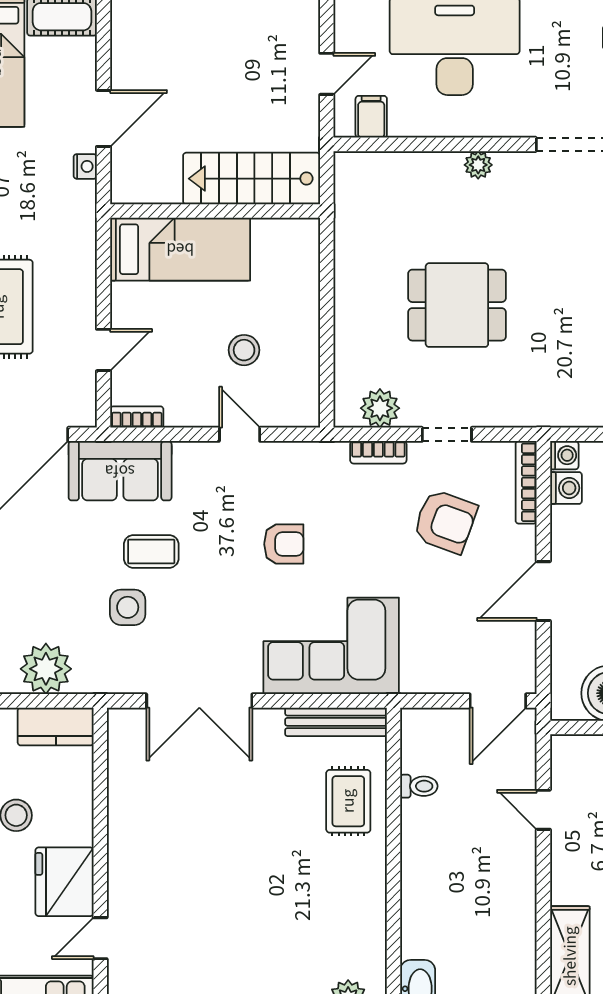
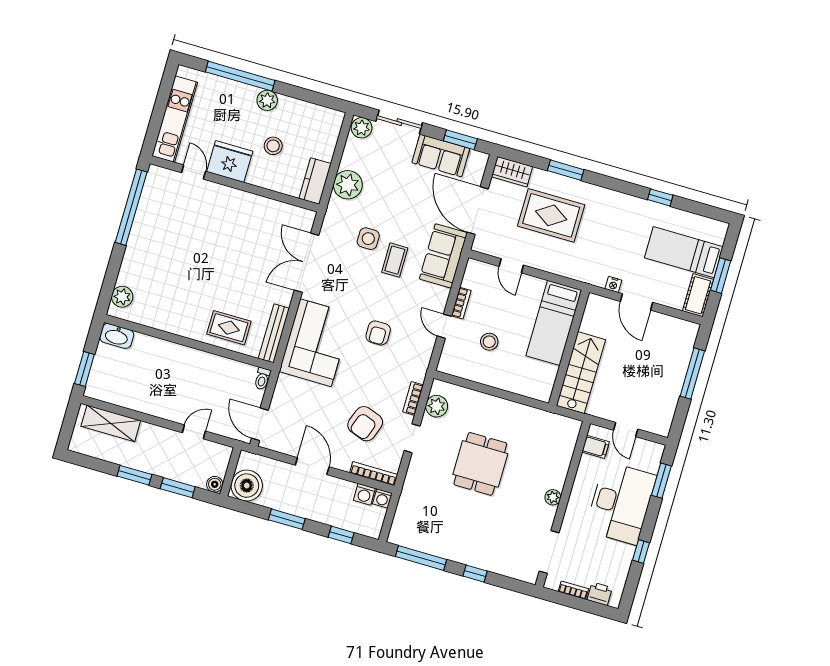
bookcase: (137, 417) -> (461, 303), moved
door: (240, 434) -> (444, 326), swing flipped
toilet: (419, 786) -> (262, 379), moved

